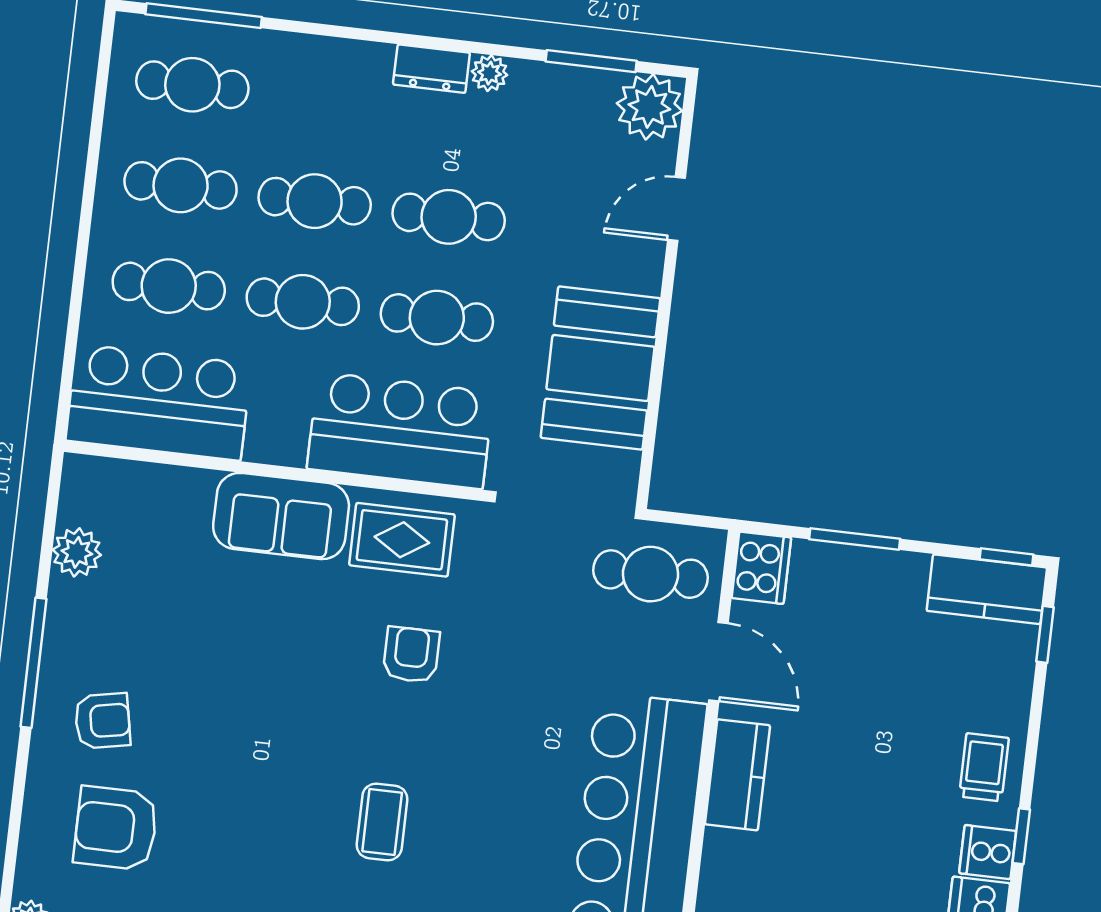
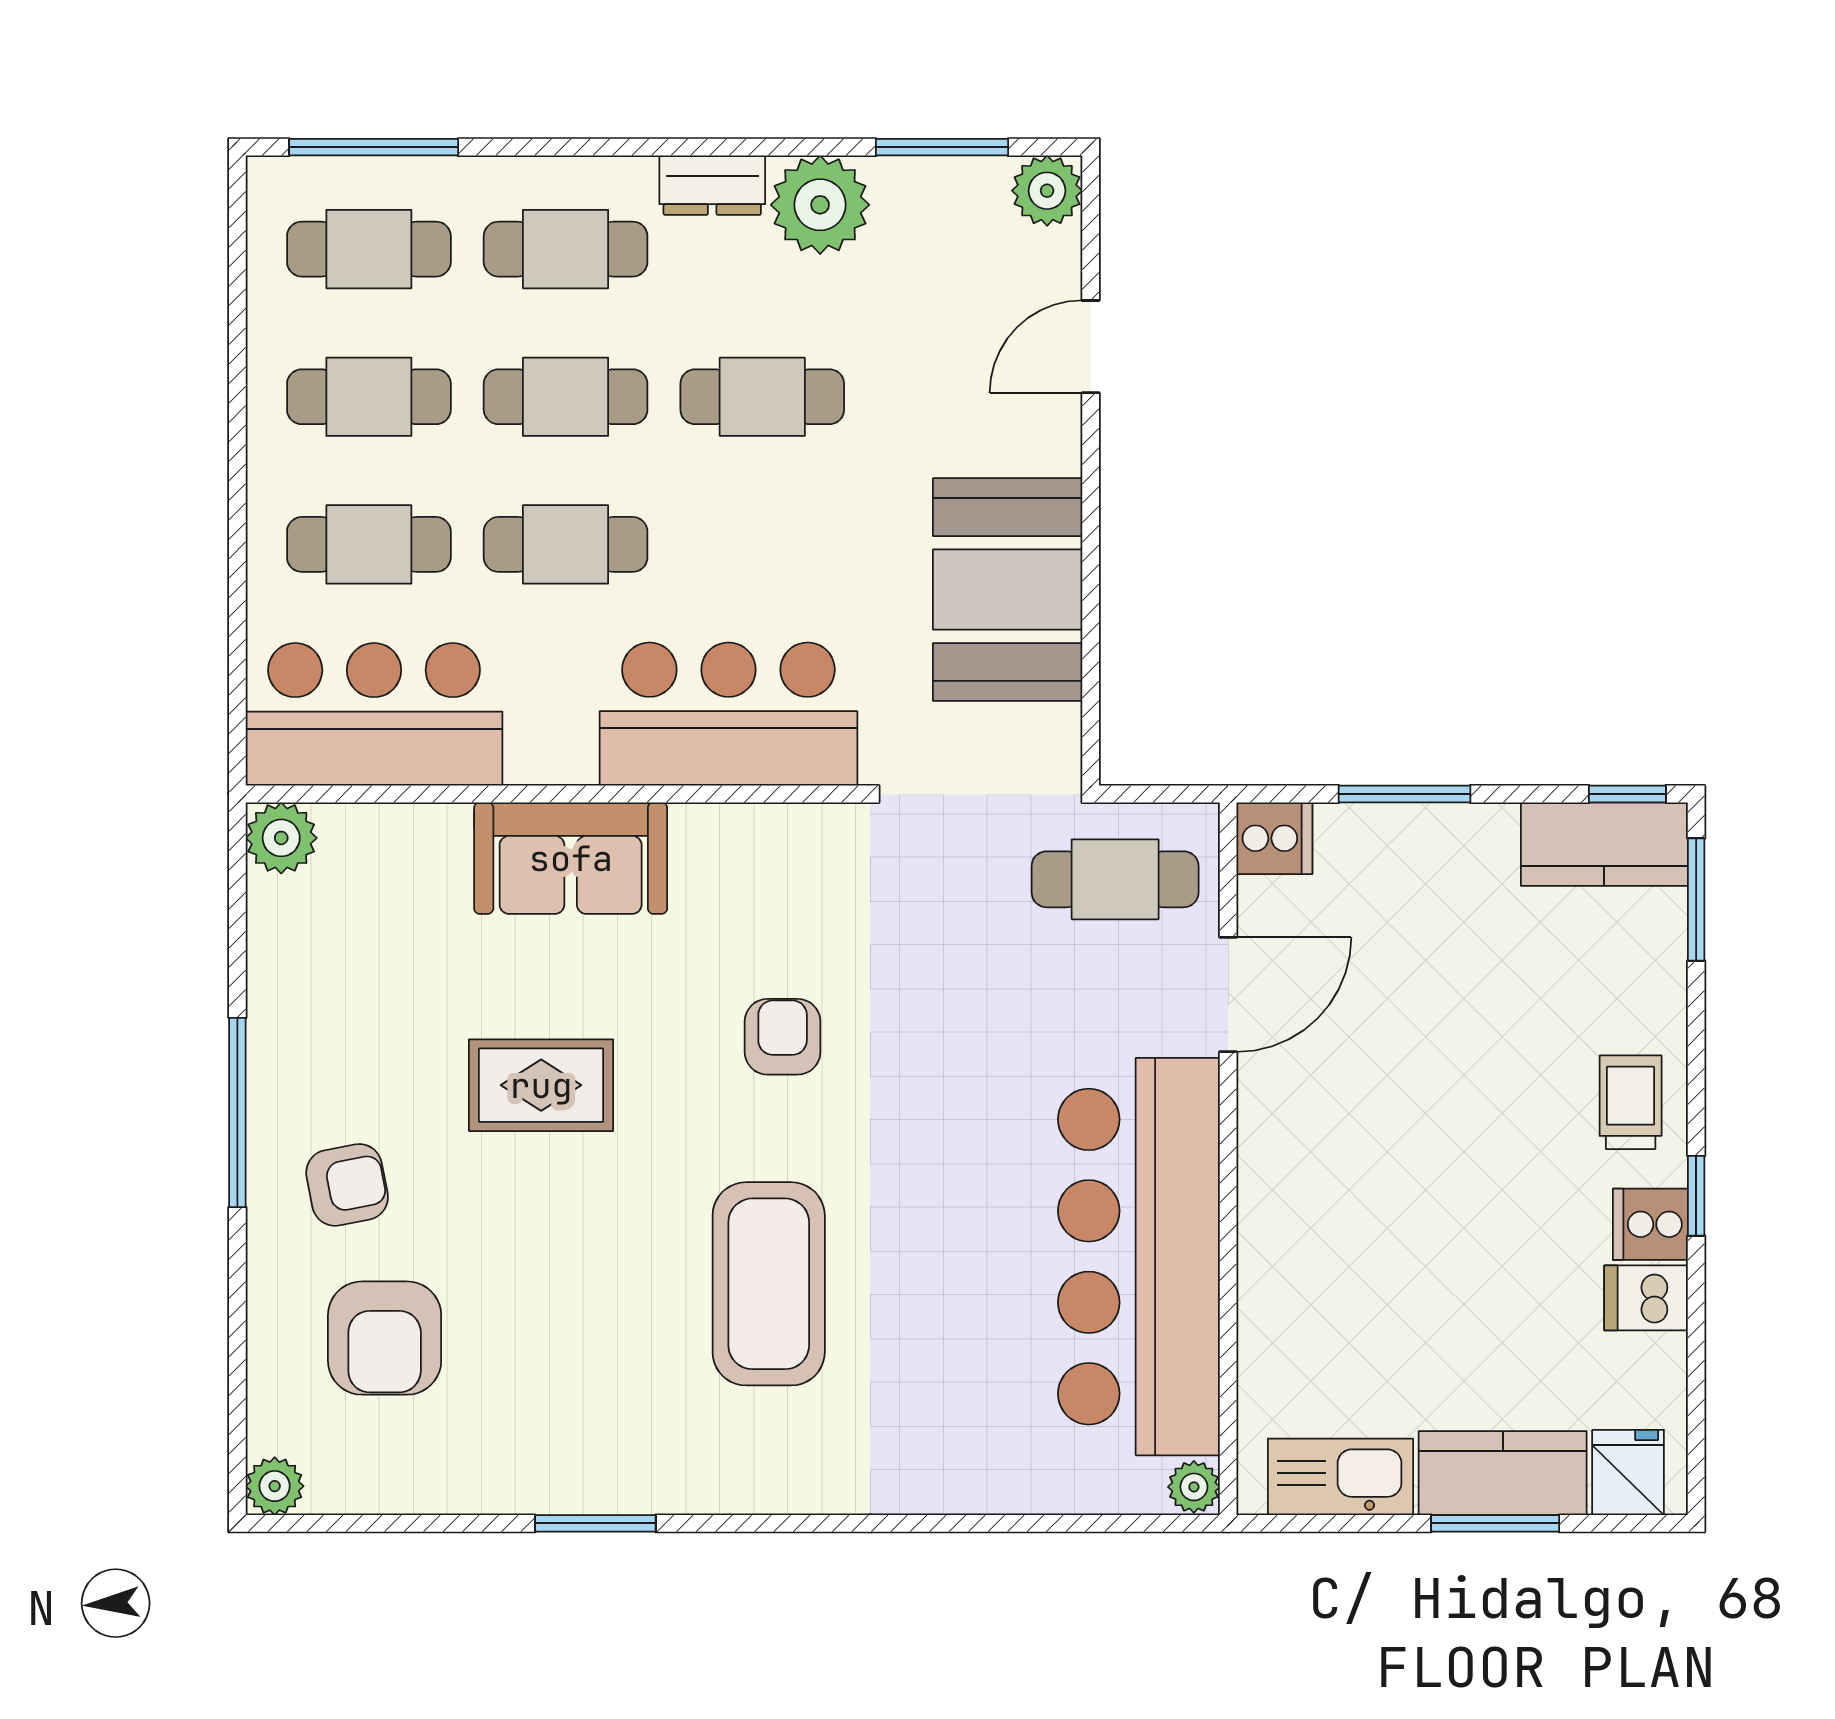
plant: (490, 73) -> (820, 205), width x1.88, depth x1.88
plant: (649, 107) -> (1047, 191), width x0.73, depth x0.73
cafe table: (437, 318) -> (566, 249), moved
rug: (402, 540) -> (541, 1085), moved
plant: (77, 552) -> (281, 838), moved
cooker: (761, 568) -> (1274, 838), width x0.73
window: (1045, 634) -> (1696, 900), width x1.50
door: (718, 662) -> (1228, 995), hinge flipped
kitchen counter: (738, 775) -> (1275, 1155), removed
coffee table: (382, 822) -> (769, 1284), width x1.86, depth x1.72
armchair: (116, 828) -> (385, 1338), turned -90

